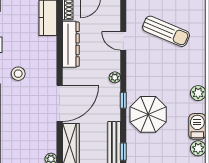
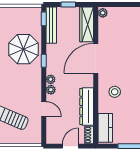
plant: (115, 65) -> (51, 90), added
stool: (18, 74) -> (115, 92), moved

